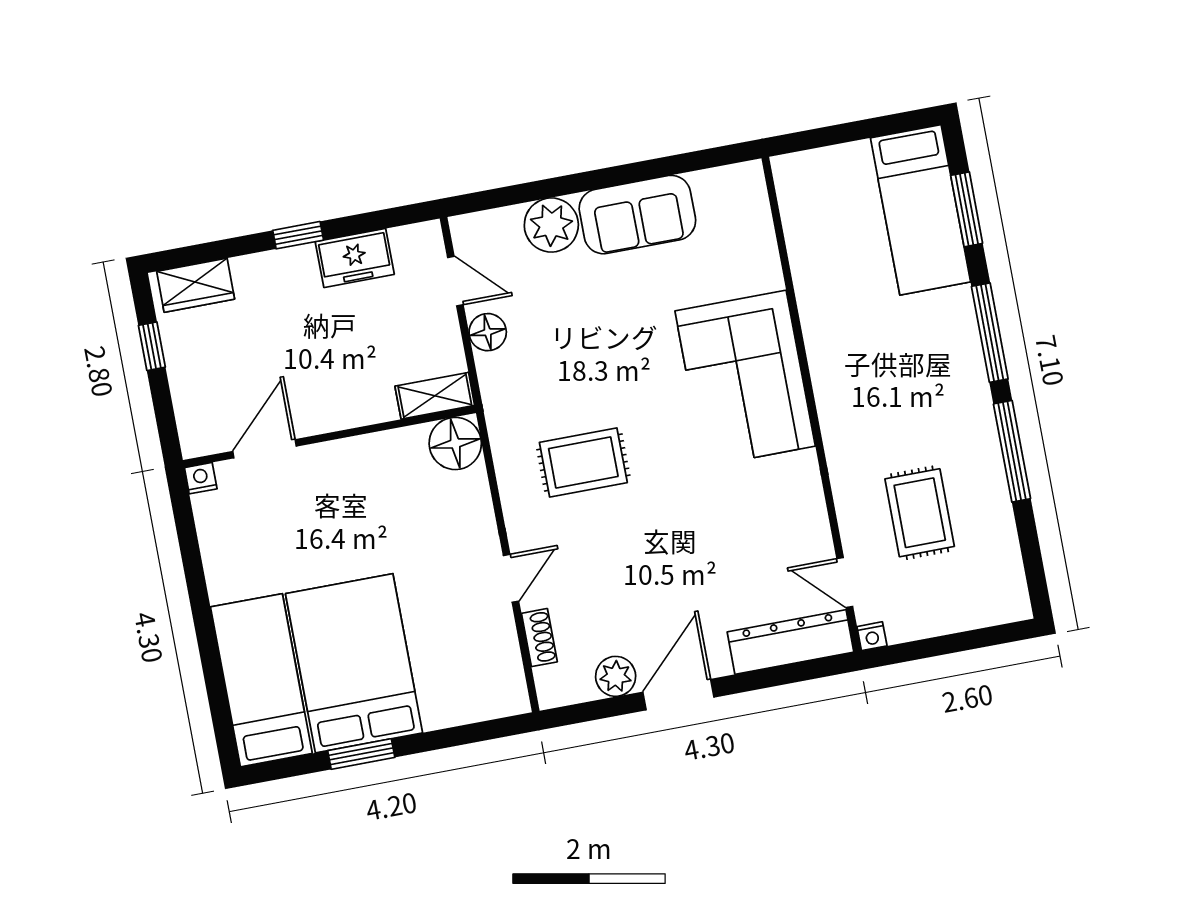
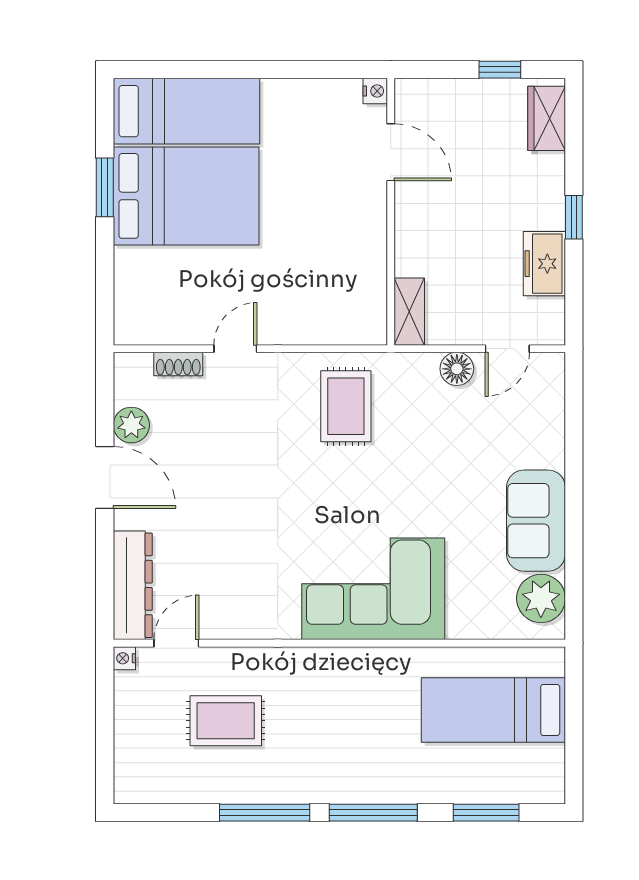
bed: (920, 210) -> (493, 710), moved
plant: (551, 225) -> (541, 598), moved
floor lamp: (455, 443) -> (364, 322), removed
rug: (583, 462) -> (346, 406), moved
door: (511, 578) -> (235, 349), swing flipped

